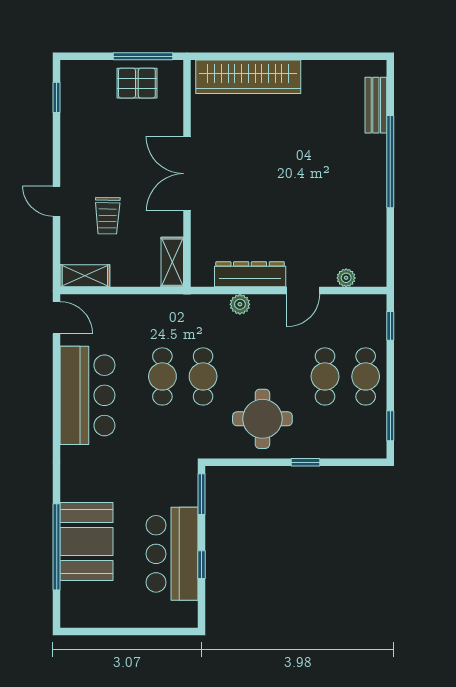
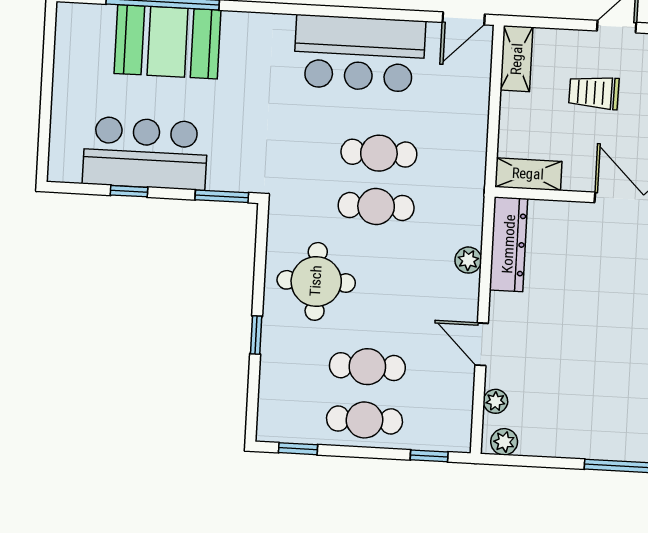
plant: (376, 270) -> (504, 442), added
dresser: (250, 274) -> (509, 244), moved

